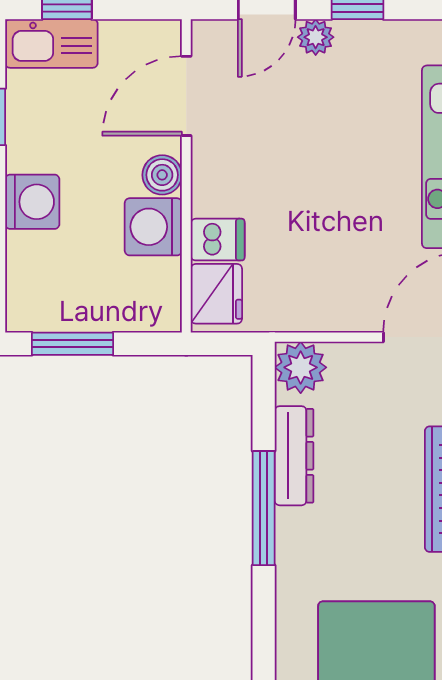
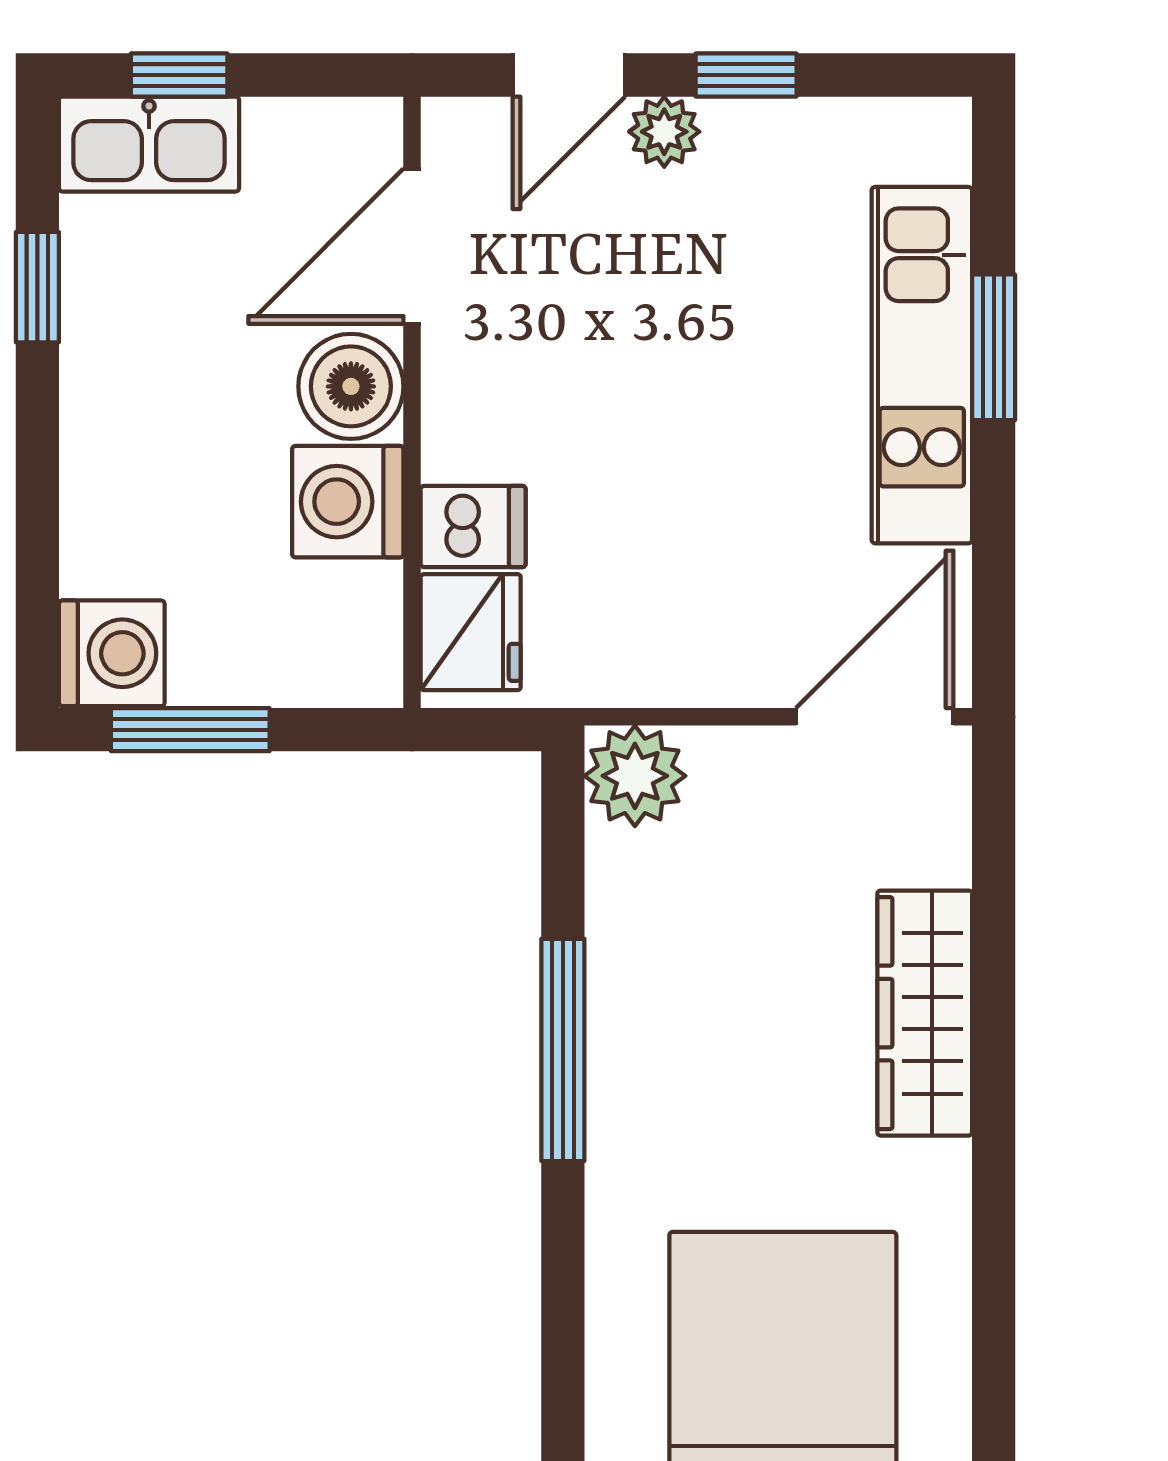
boiler: (162, 175) -> (351, 386), width x1.36, depth x1.36
washing machine: (32, 202) -> (112, 653), moved
dresser: (294, 456) -> (622, 948), removed

